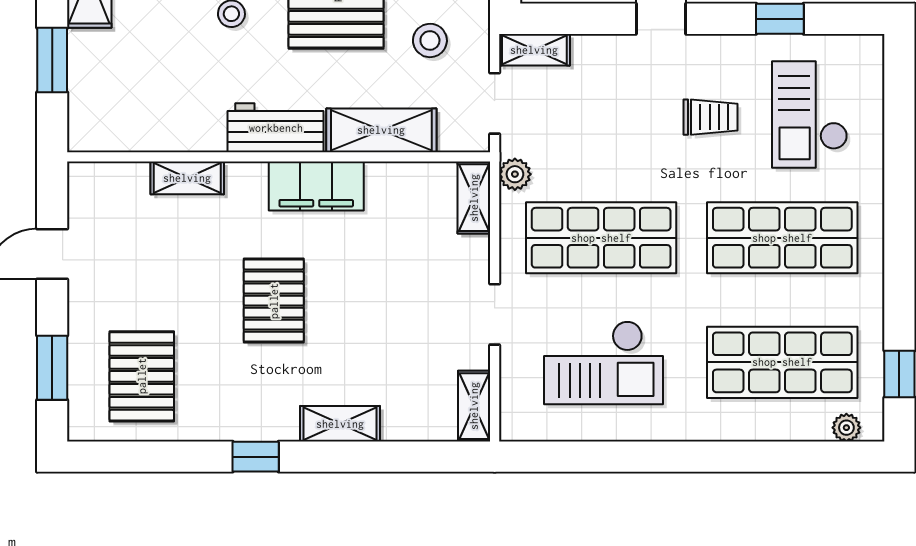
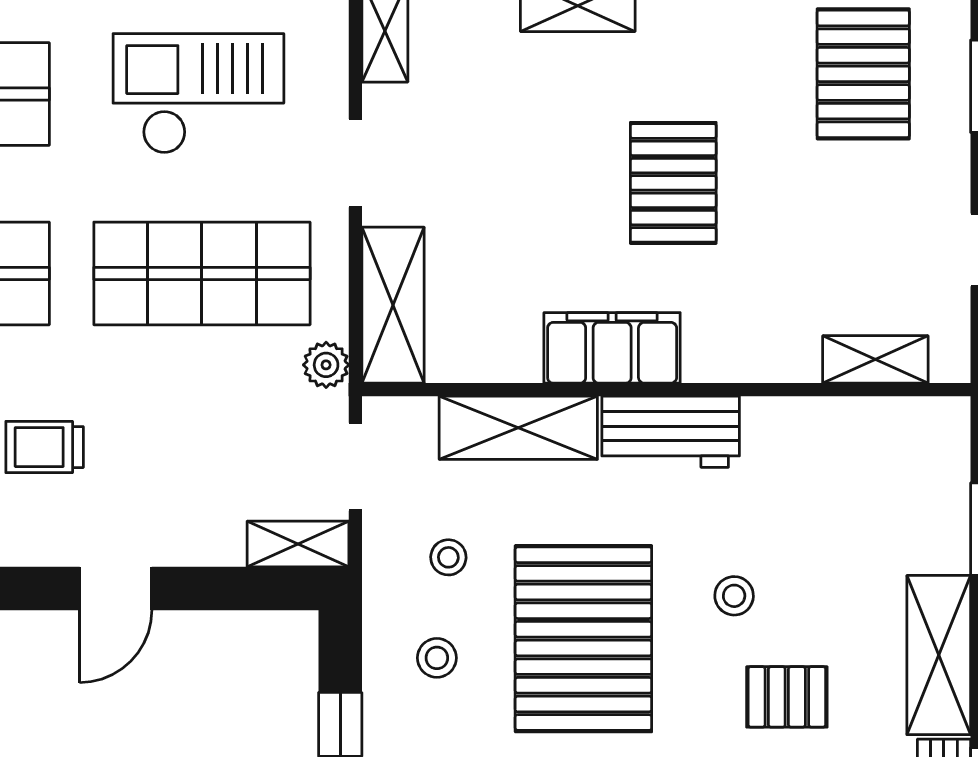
stool: (430, 40) -> (448, 557), width x0.73, depth x0.73
shelving: (187, 178) -> (875, 359), moved
shelving: (474, 198) -> (393, 305), width x1.50, depth x1.33

